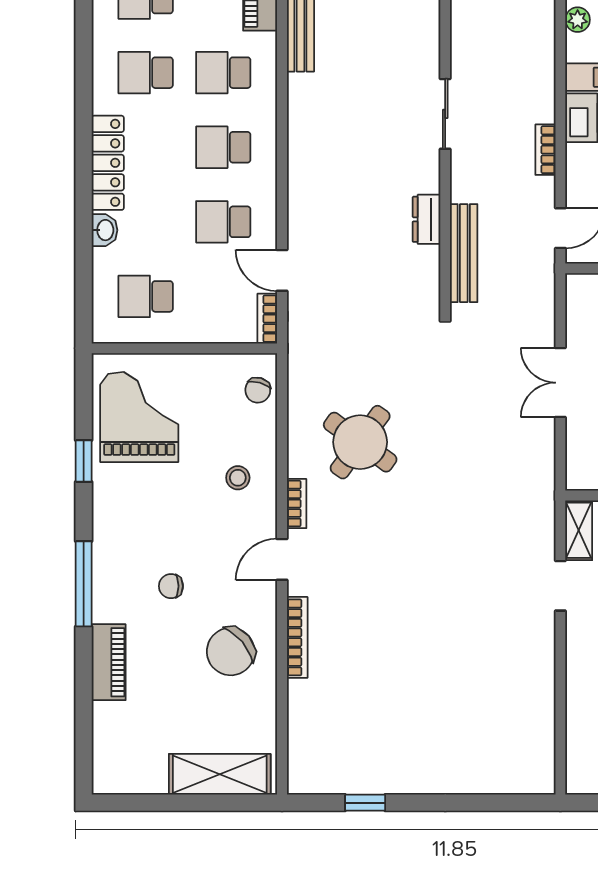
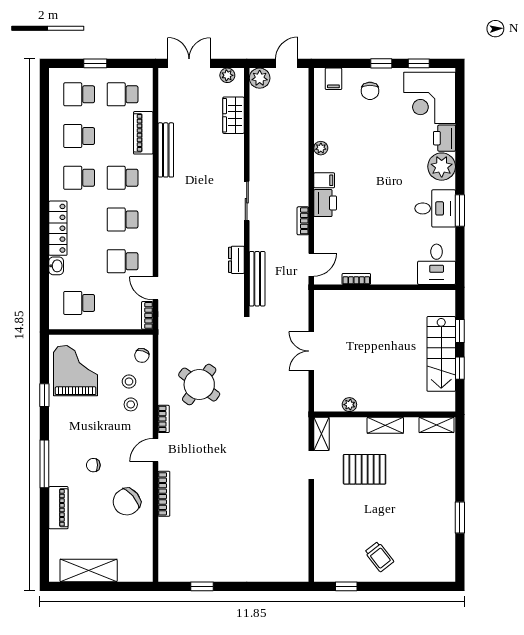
stool: (235, 437) -> (129, 382), added
shelving: (220, 774) -> (89, 570), moved

